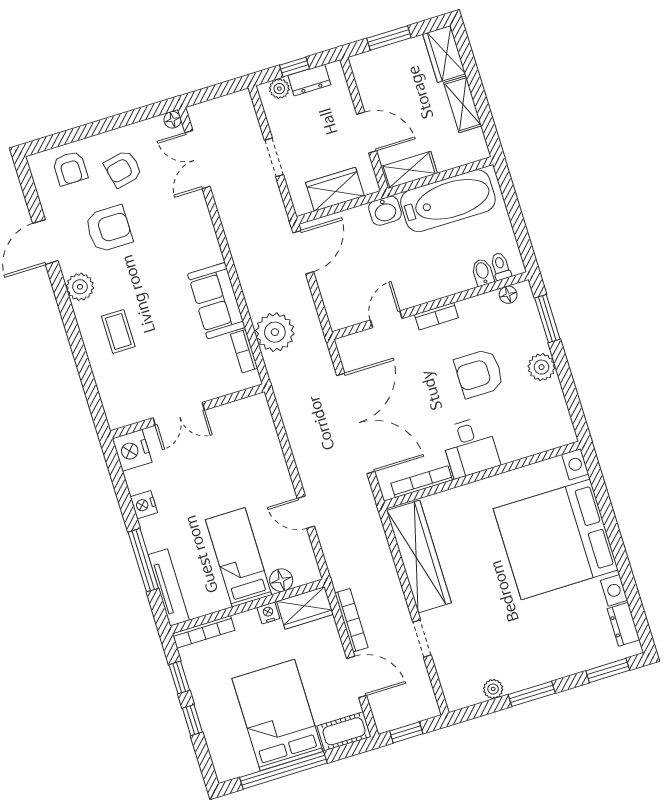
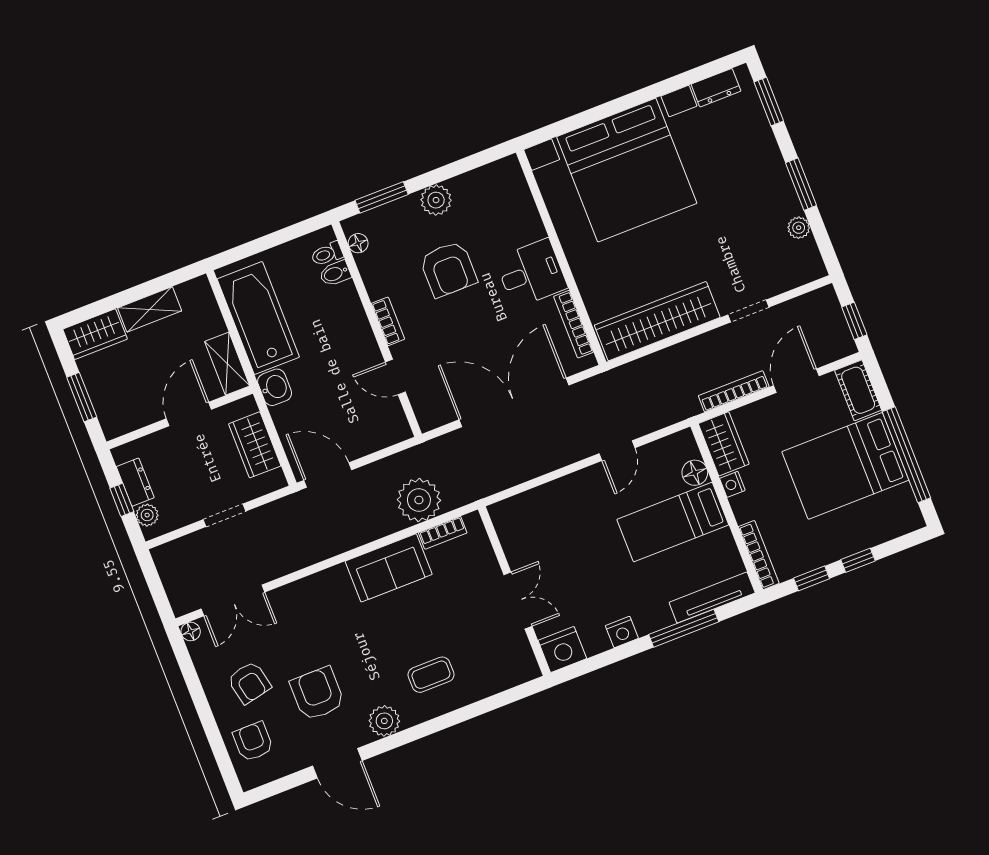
armchair: (70, 168) -> (253, 742), turned -90

